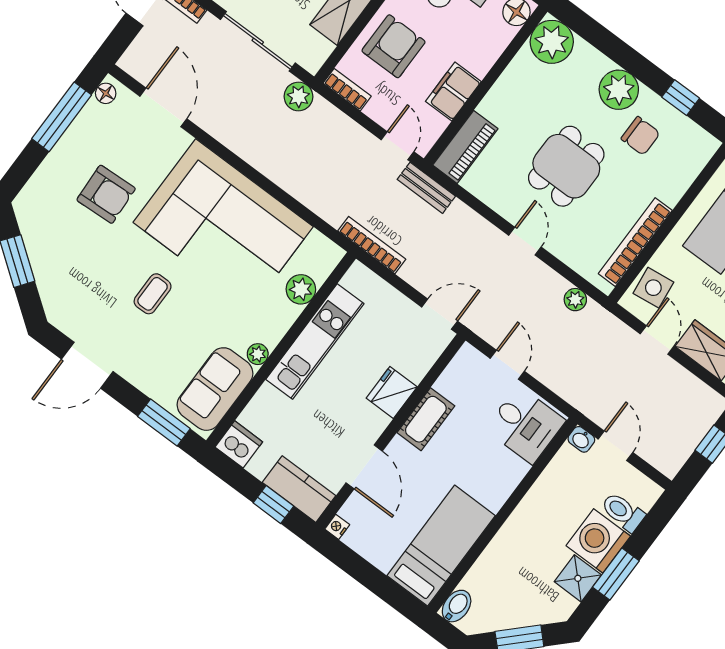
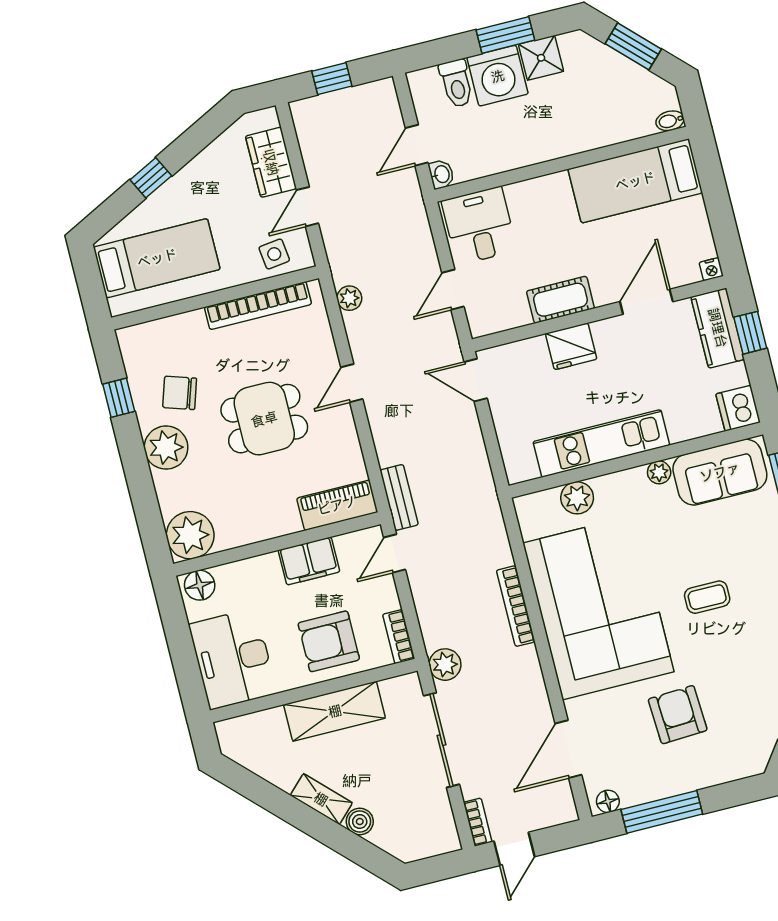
chair: (641, 136) -> (180, 393), turned -72
bookcase: (372, 245) -> (516, 606), moved
side table: (653, 288) -> (274, 254), width x0.73, depth x0.73
bidet: (457, 606) -> (670, 121), width x0.72, depth x0.74

